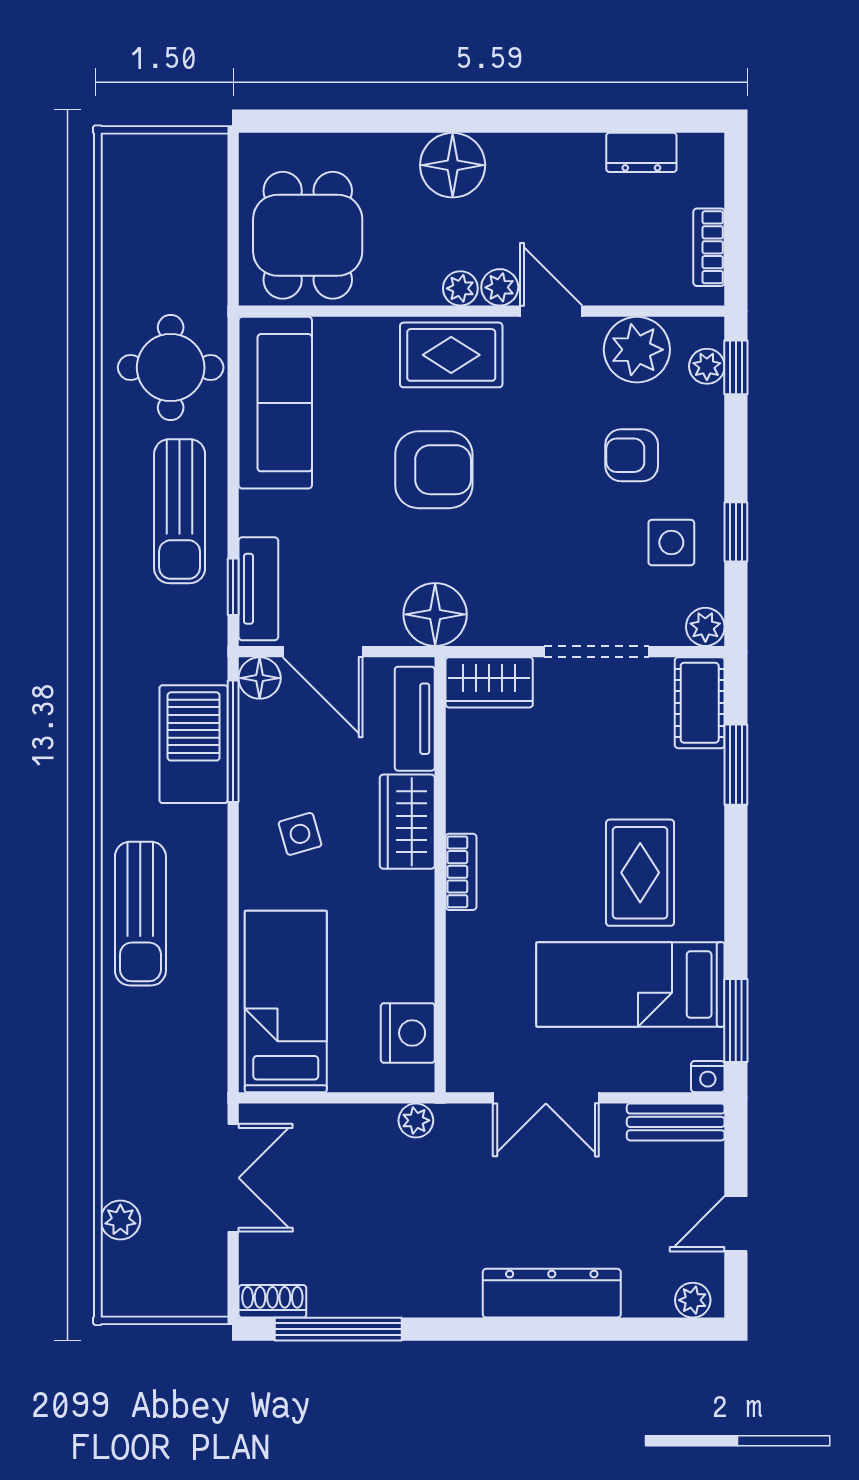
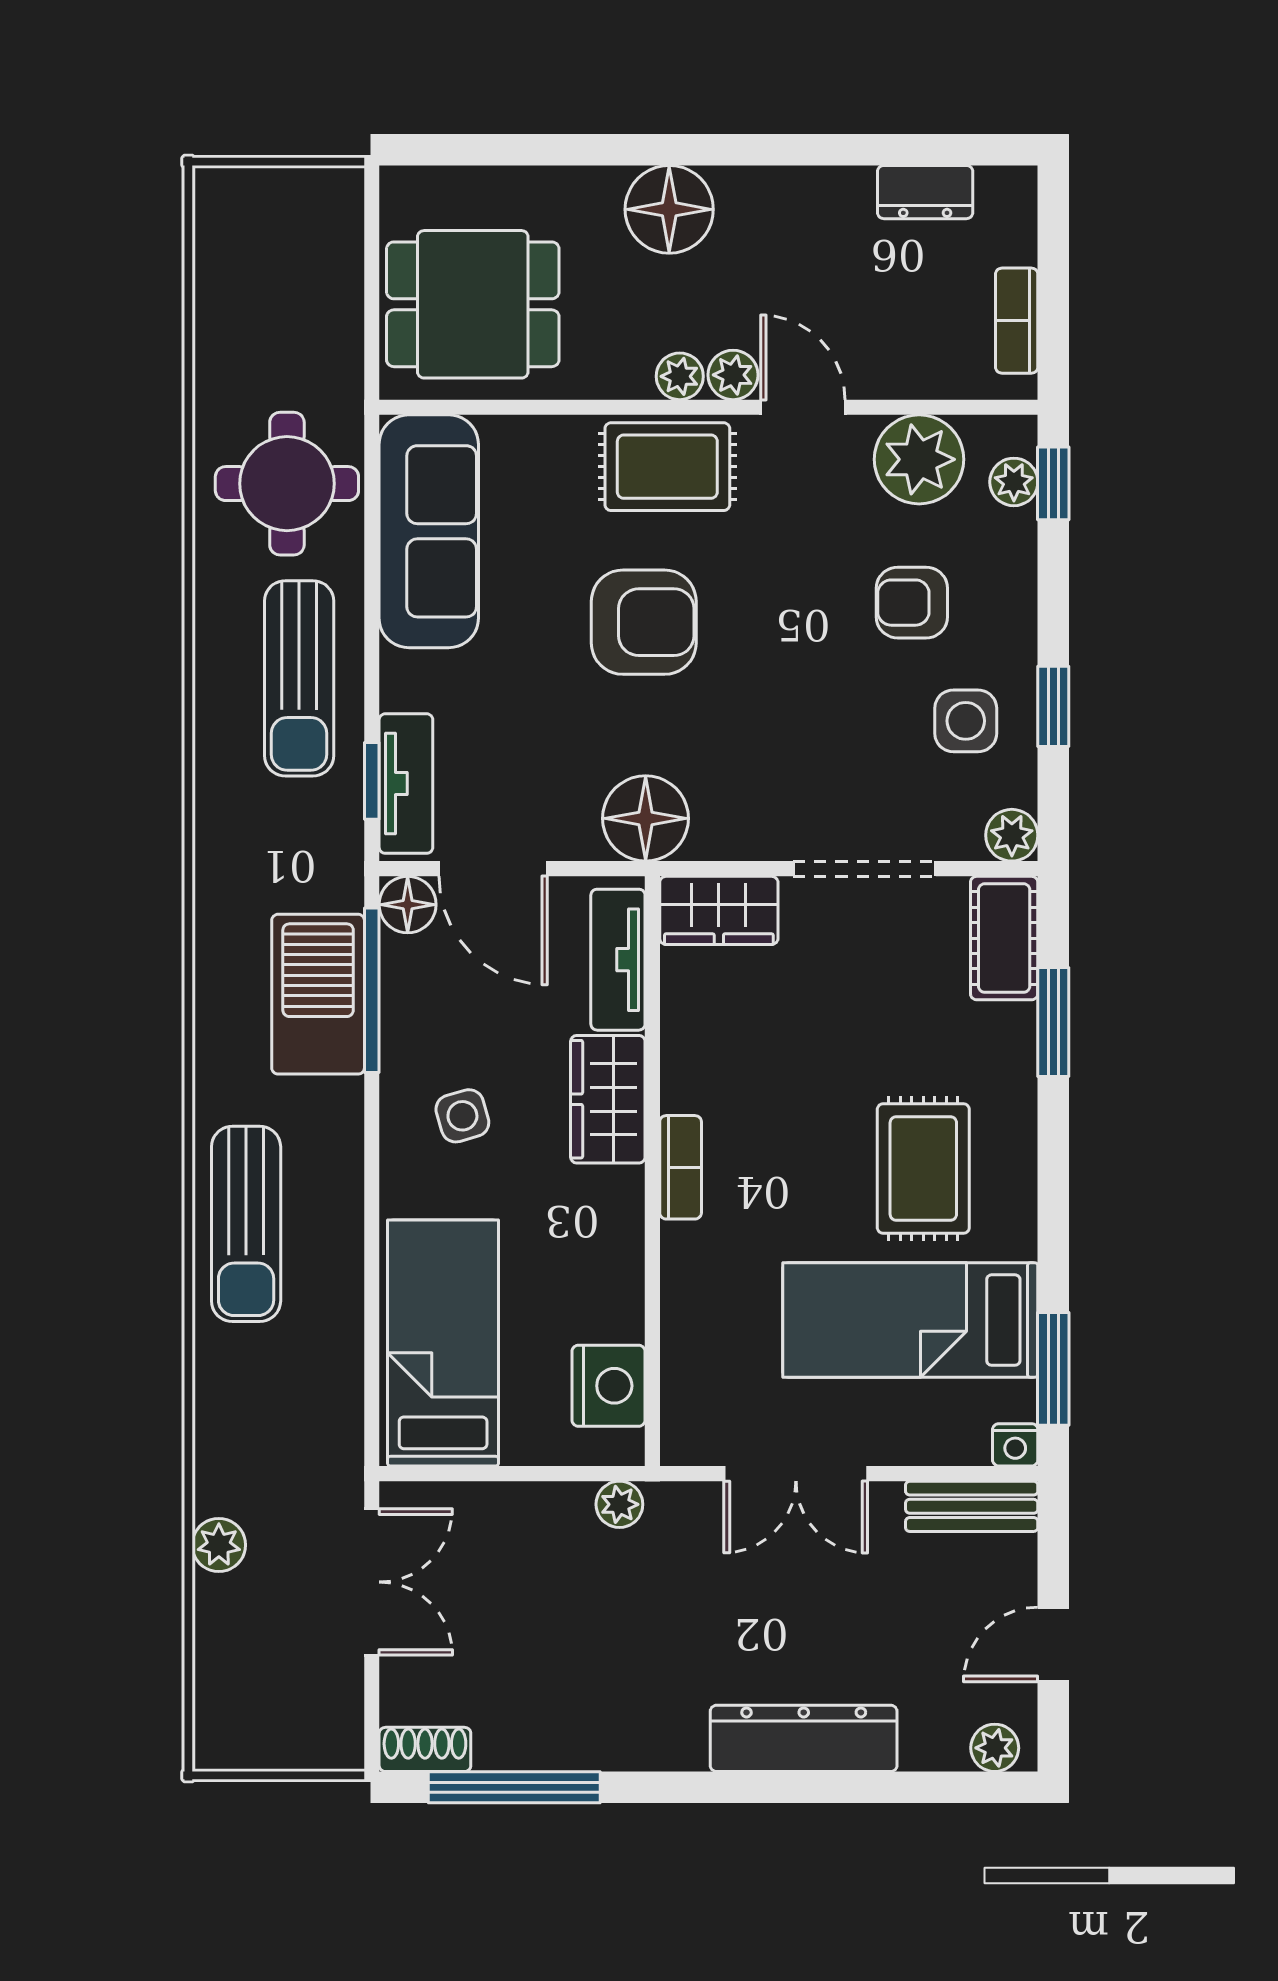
dining table: (308, 235) -> (473, 304), turned 90
plant: (120, 1220) -> (219, 1545), moved

